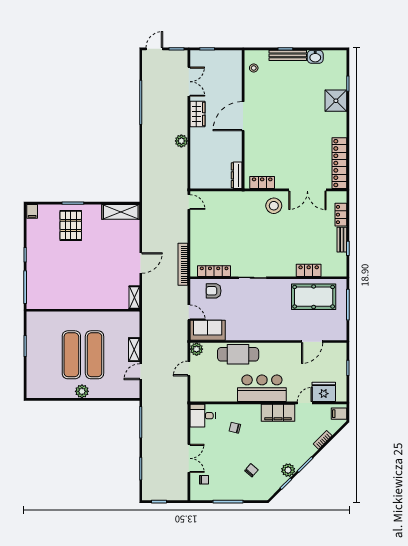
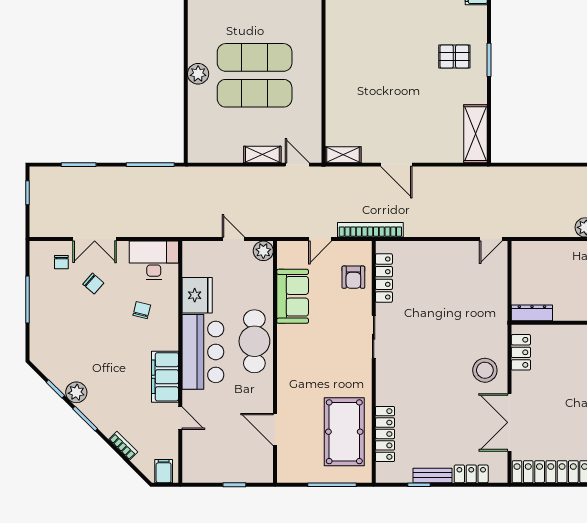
pallet: (71, 225) -> (454, 57), width x0.67, depth x0.71
bookcase: (183, 264) -> (370, 230), moved
locker: (309, 270) -> (385, 434), width x1.53
armchair: (214, 291) -> (353, 277), turned 180
sofa: (208, 330) -> (293, 296), moved
cafe table: (238, 354) -> (254, 341), moved
door: (141, 372) -> (297, 165), moved
fridge: (324, 392) -> (197, 295), moved
desk: (203, 416) -> (154, 260), width x1.37
chair: (251, 470) -> (93, 284), moved

